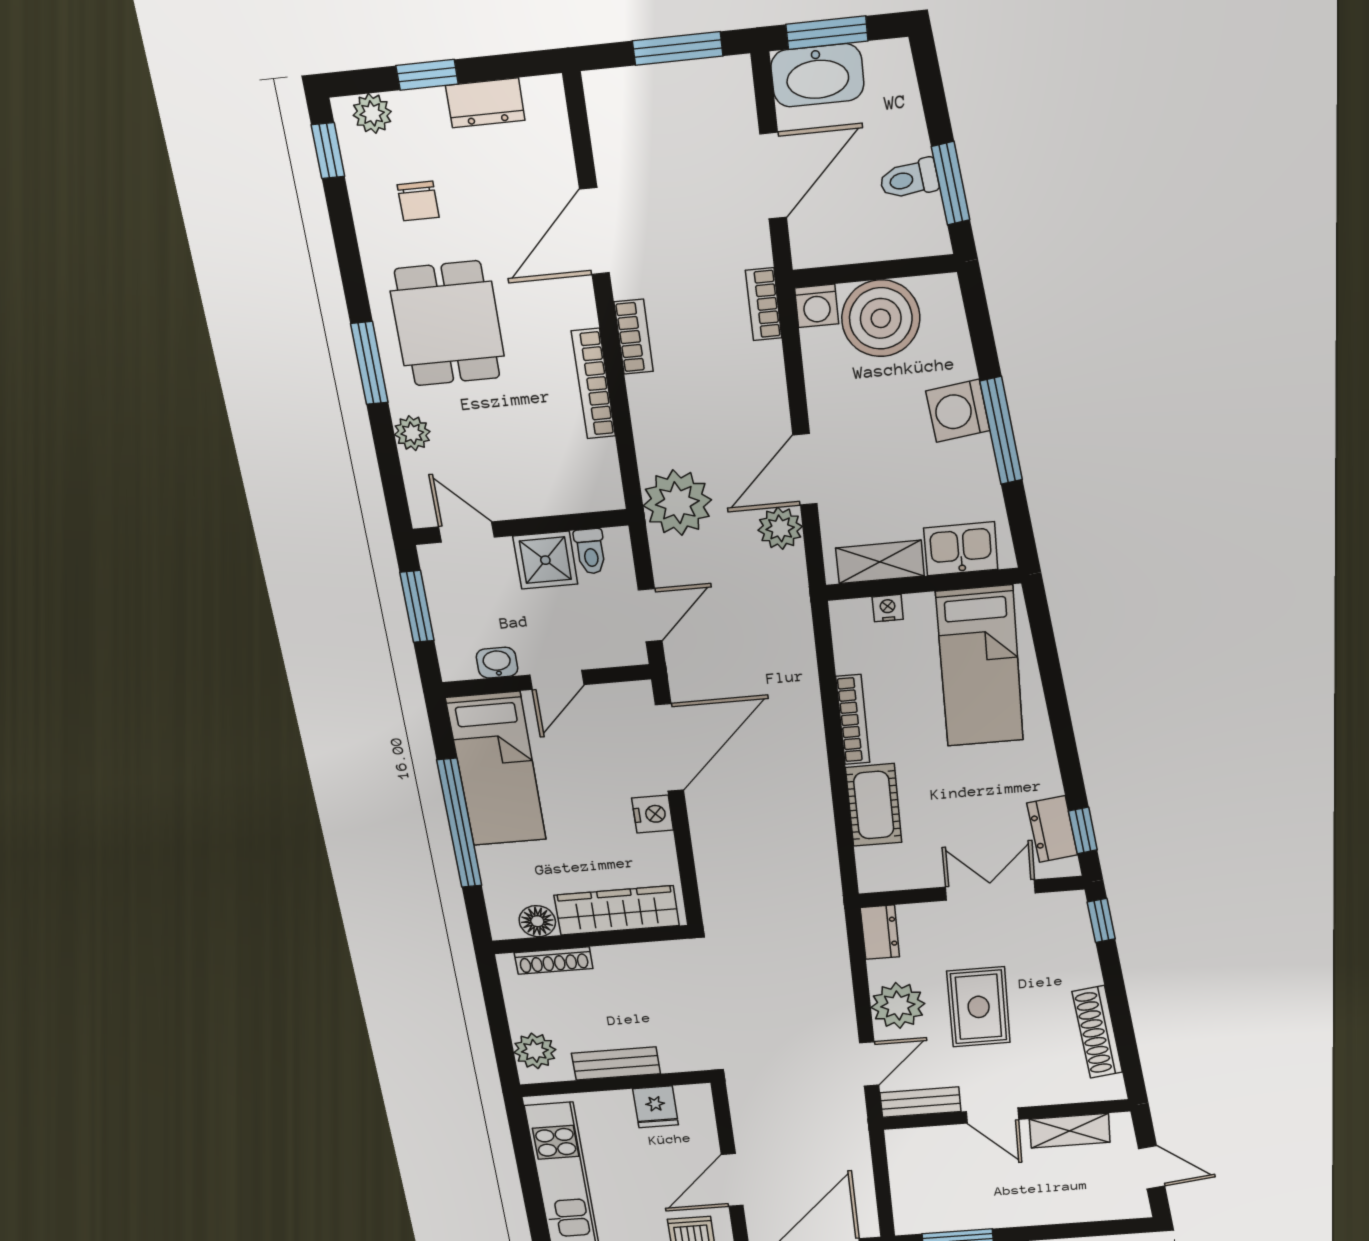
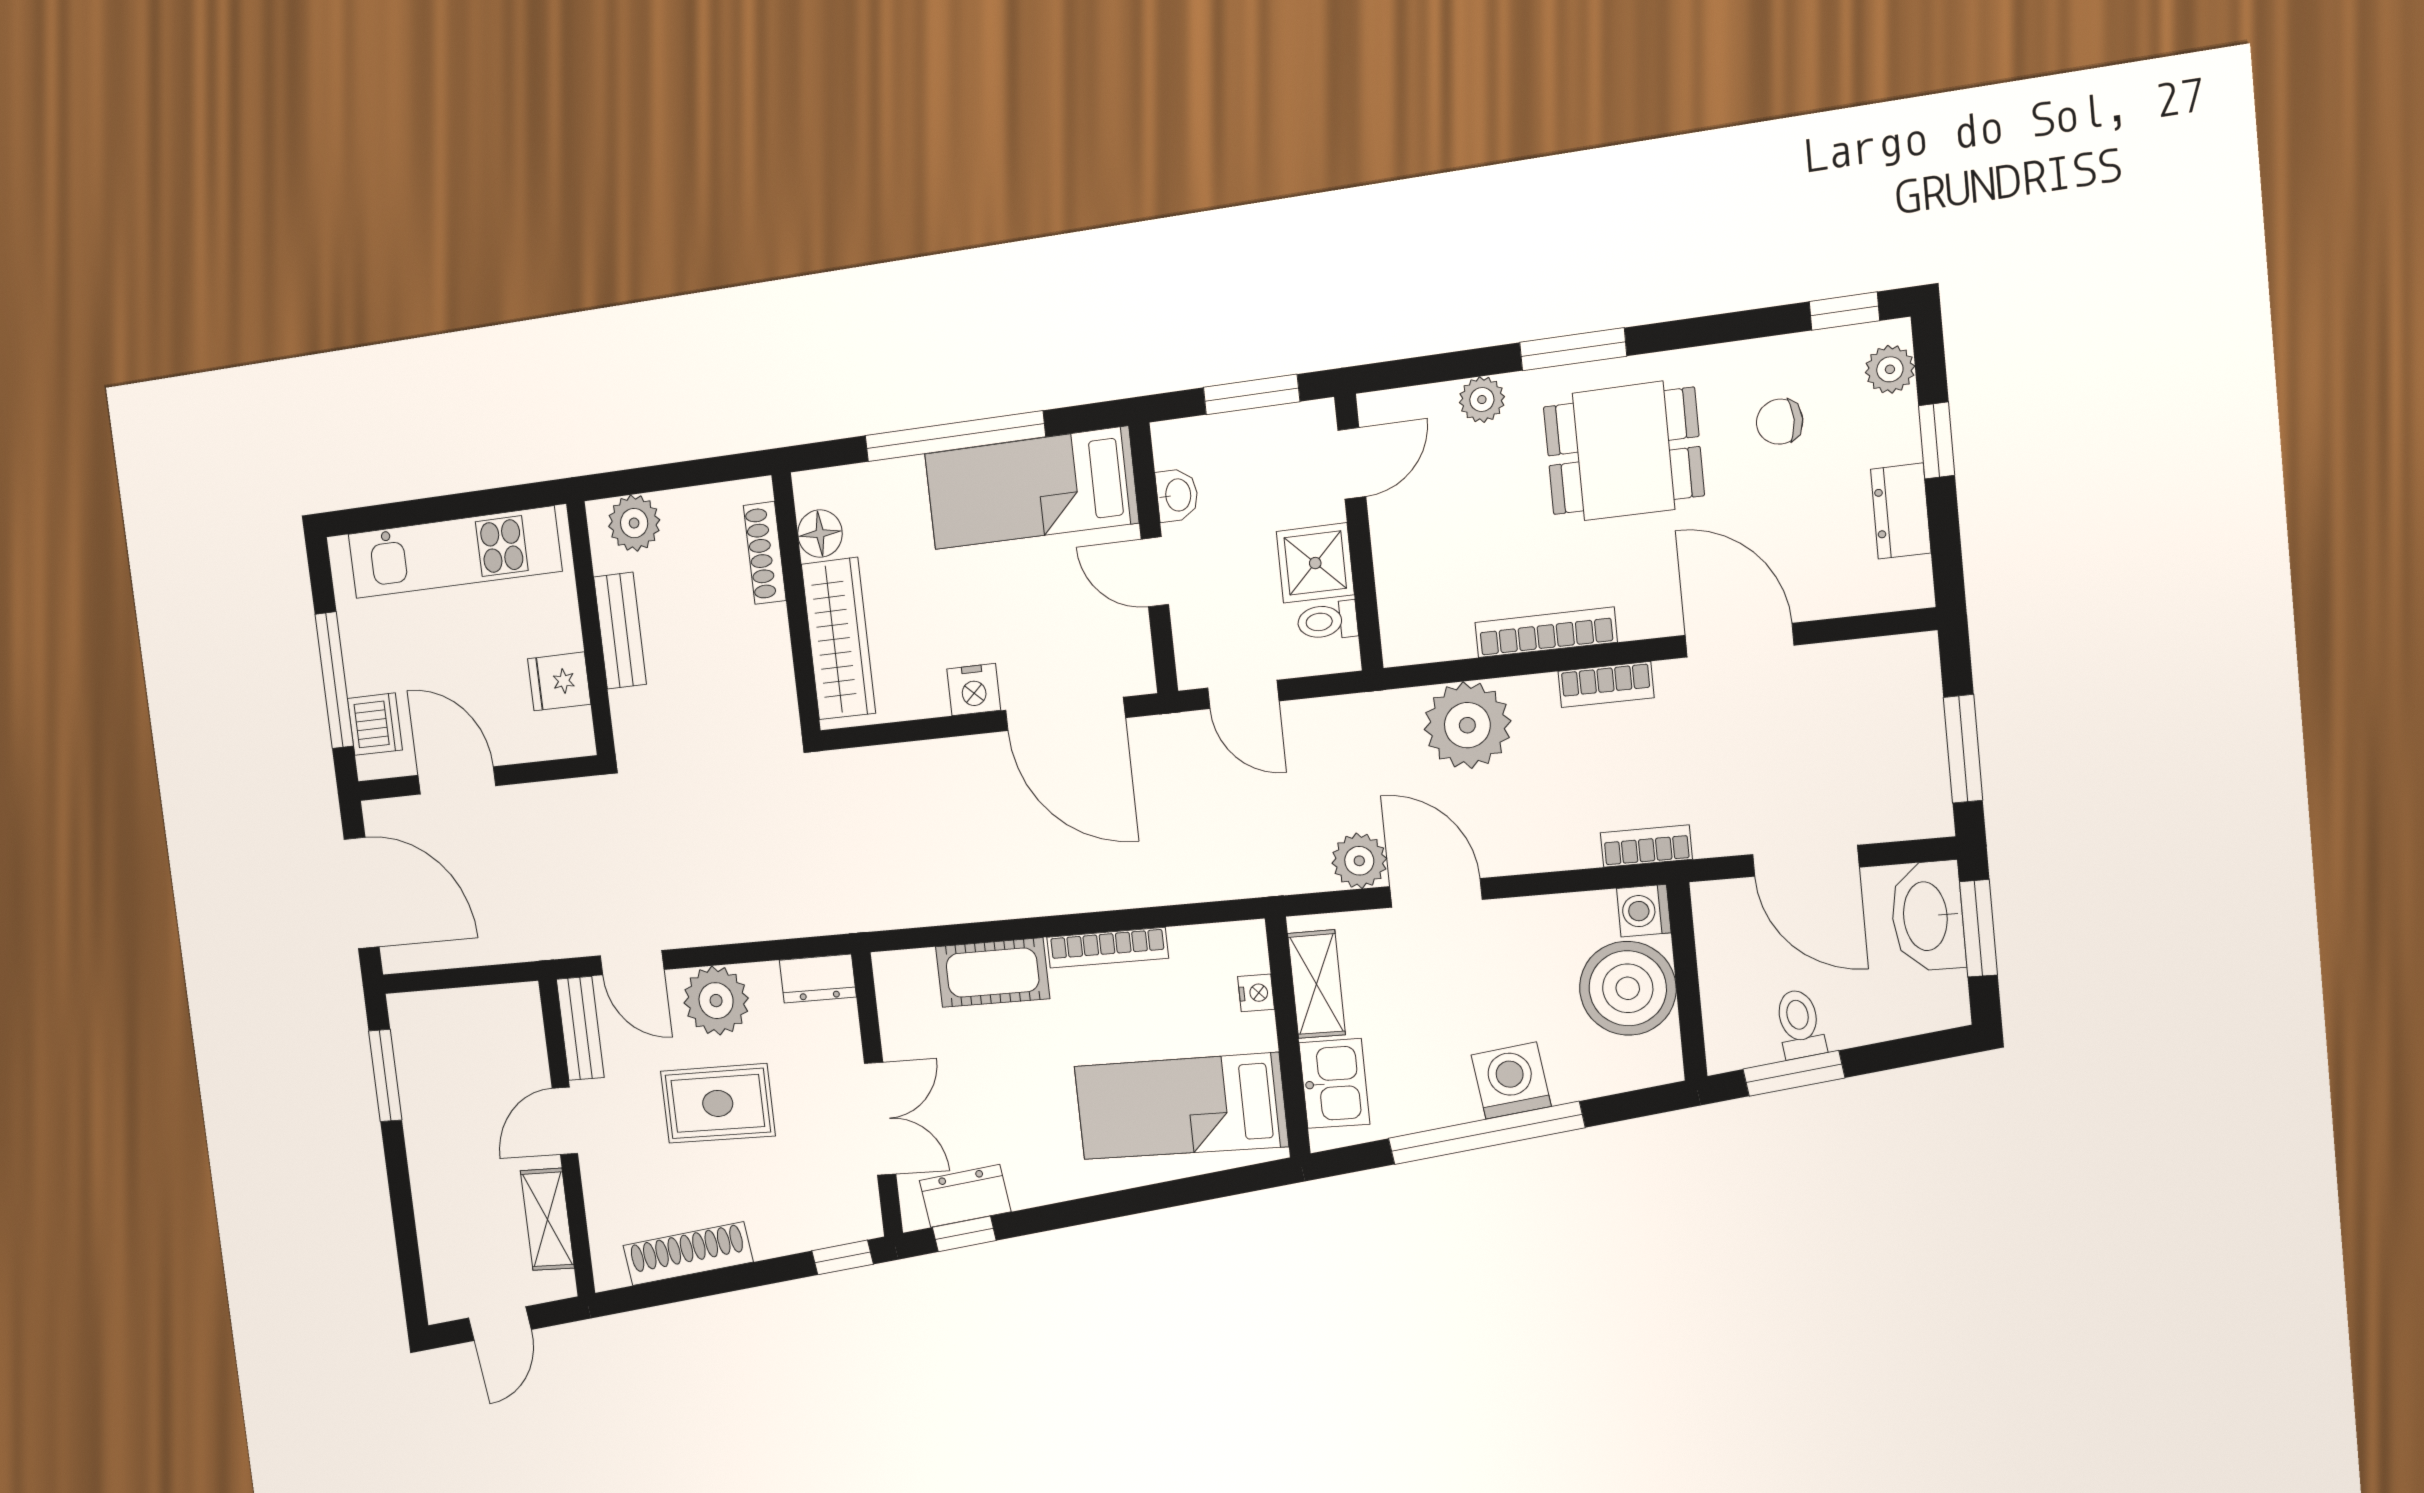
window: (1001, 431) -> (1486, 1133), width x1.46
plant: (677, 503) -> (1467, 725), moved

